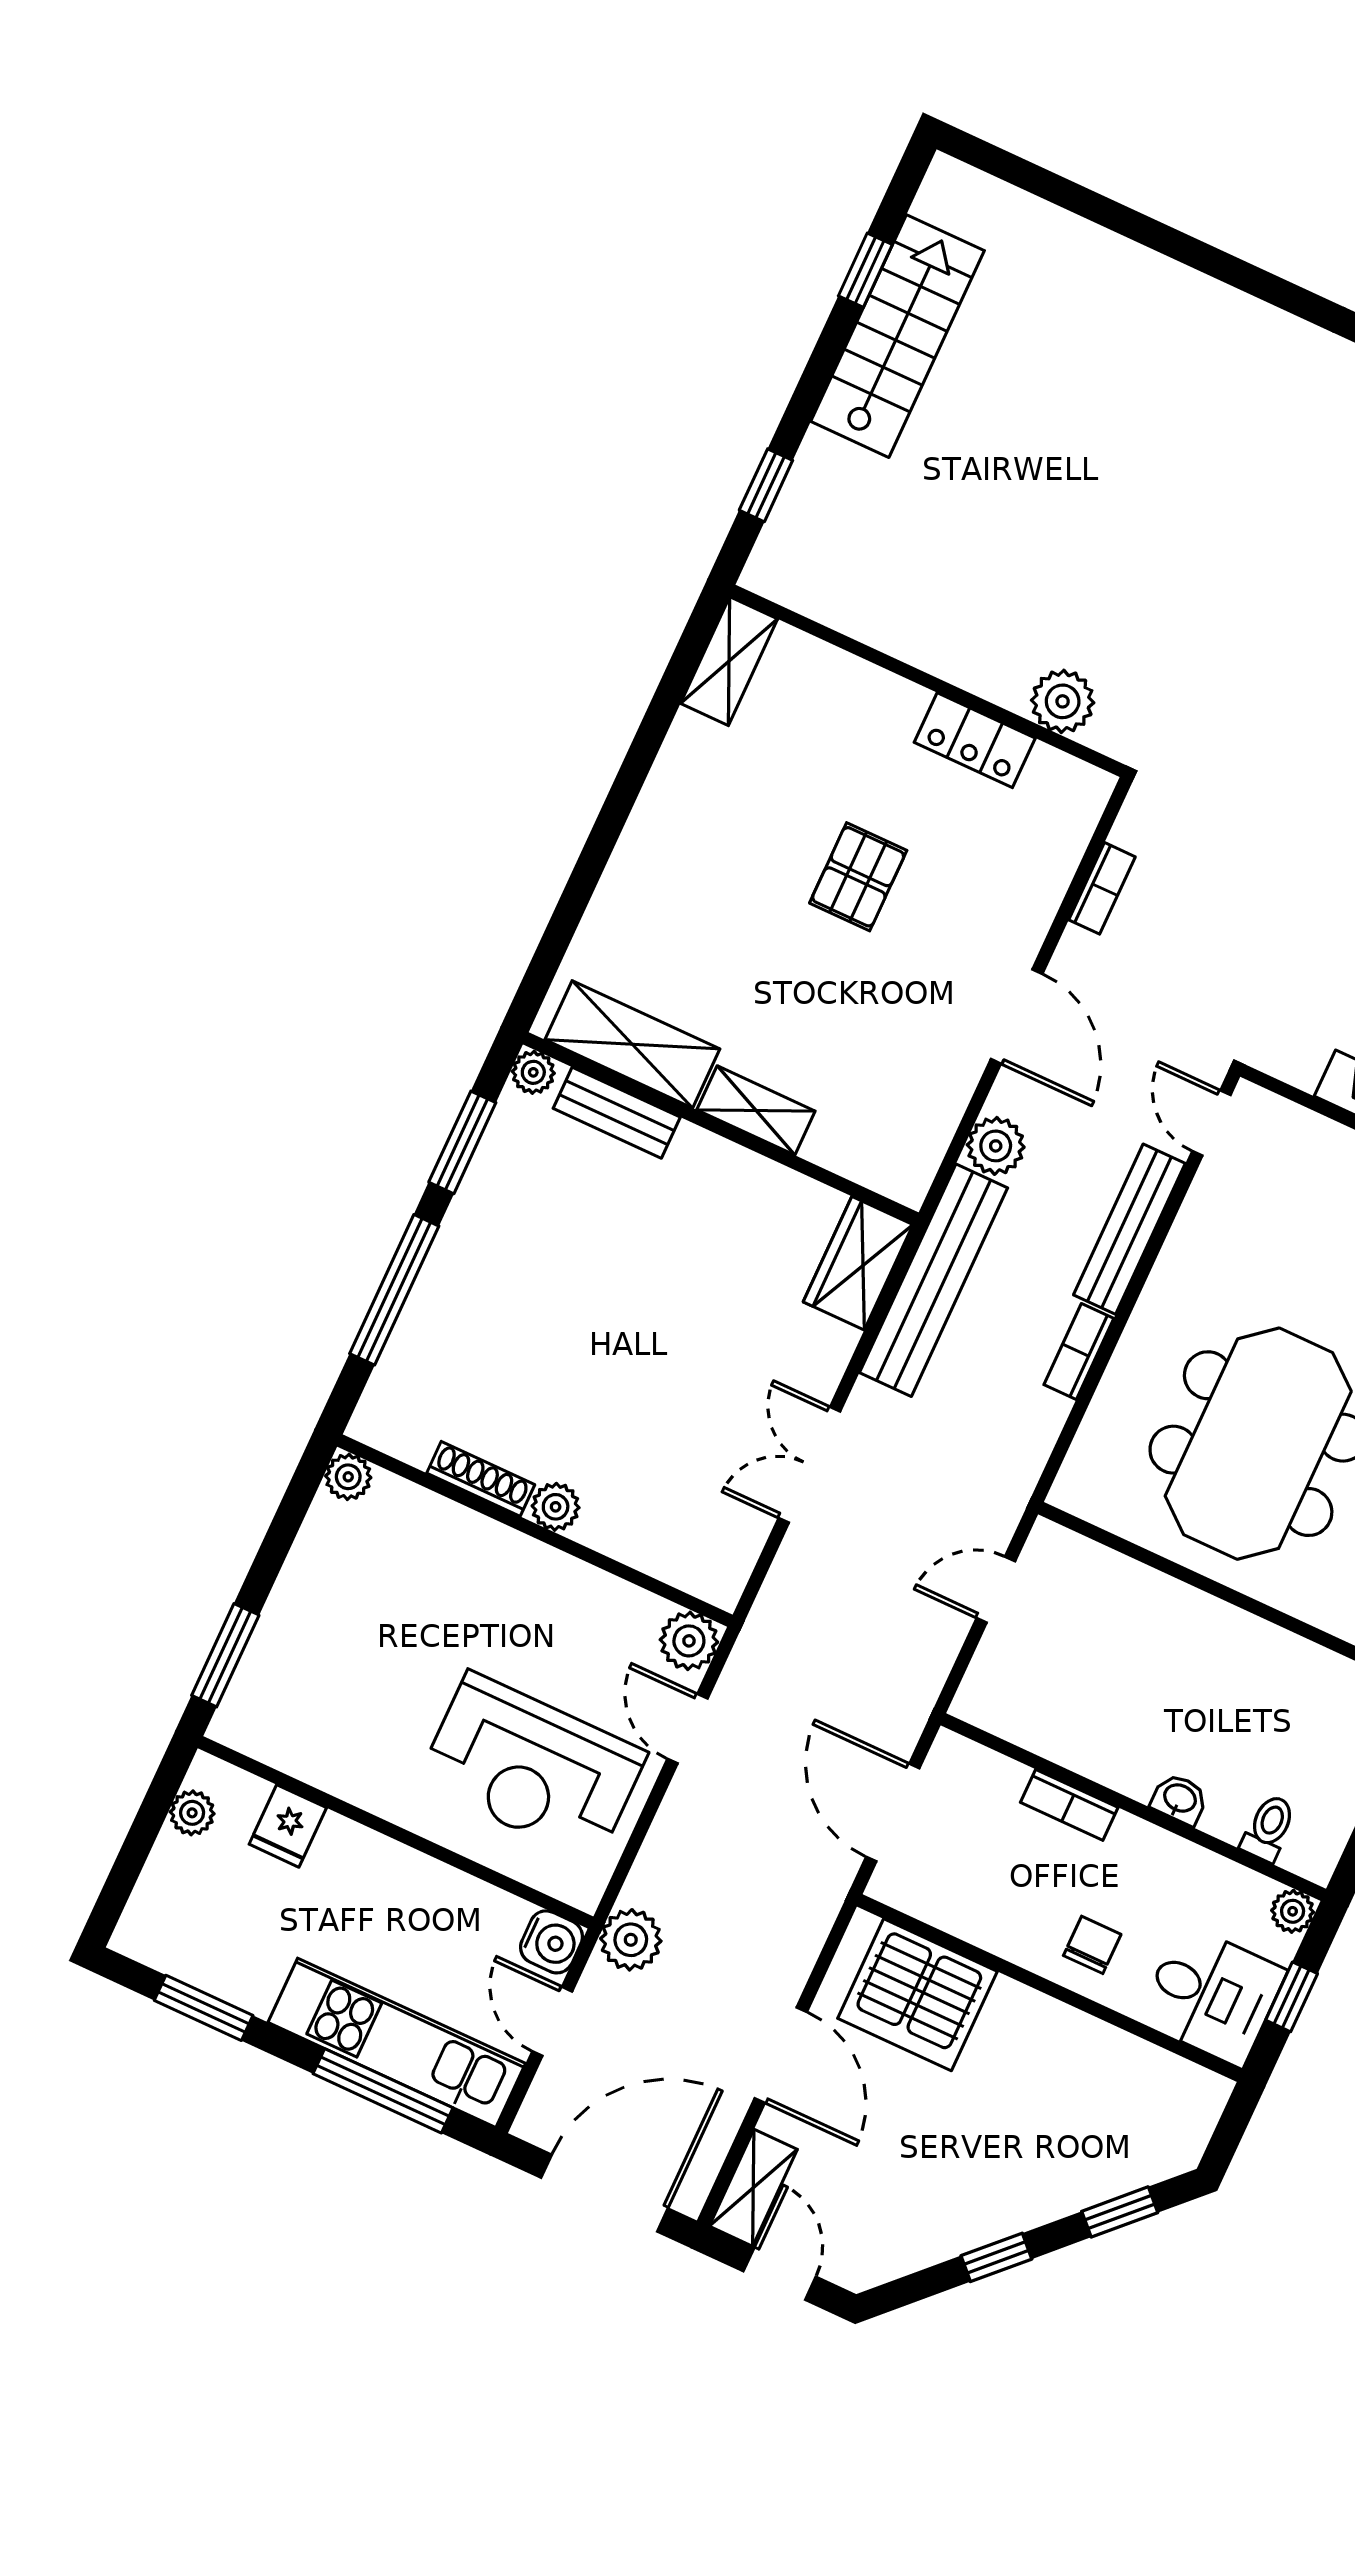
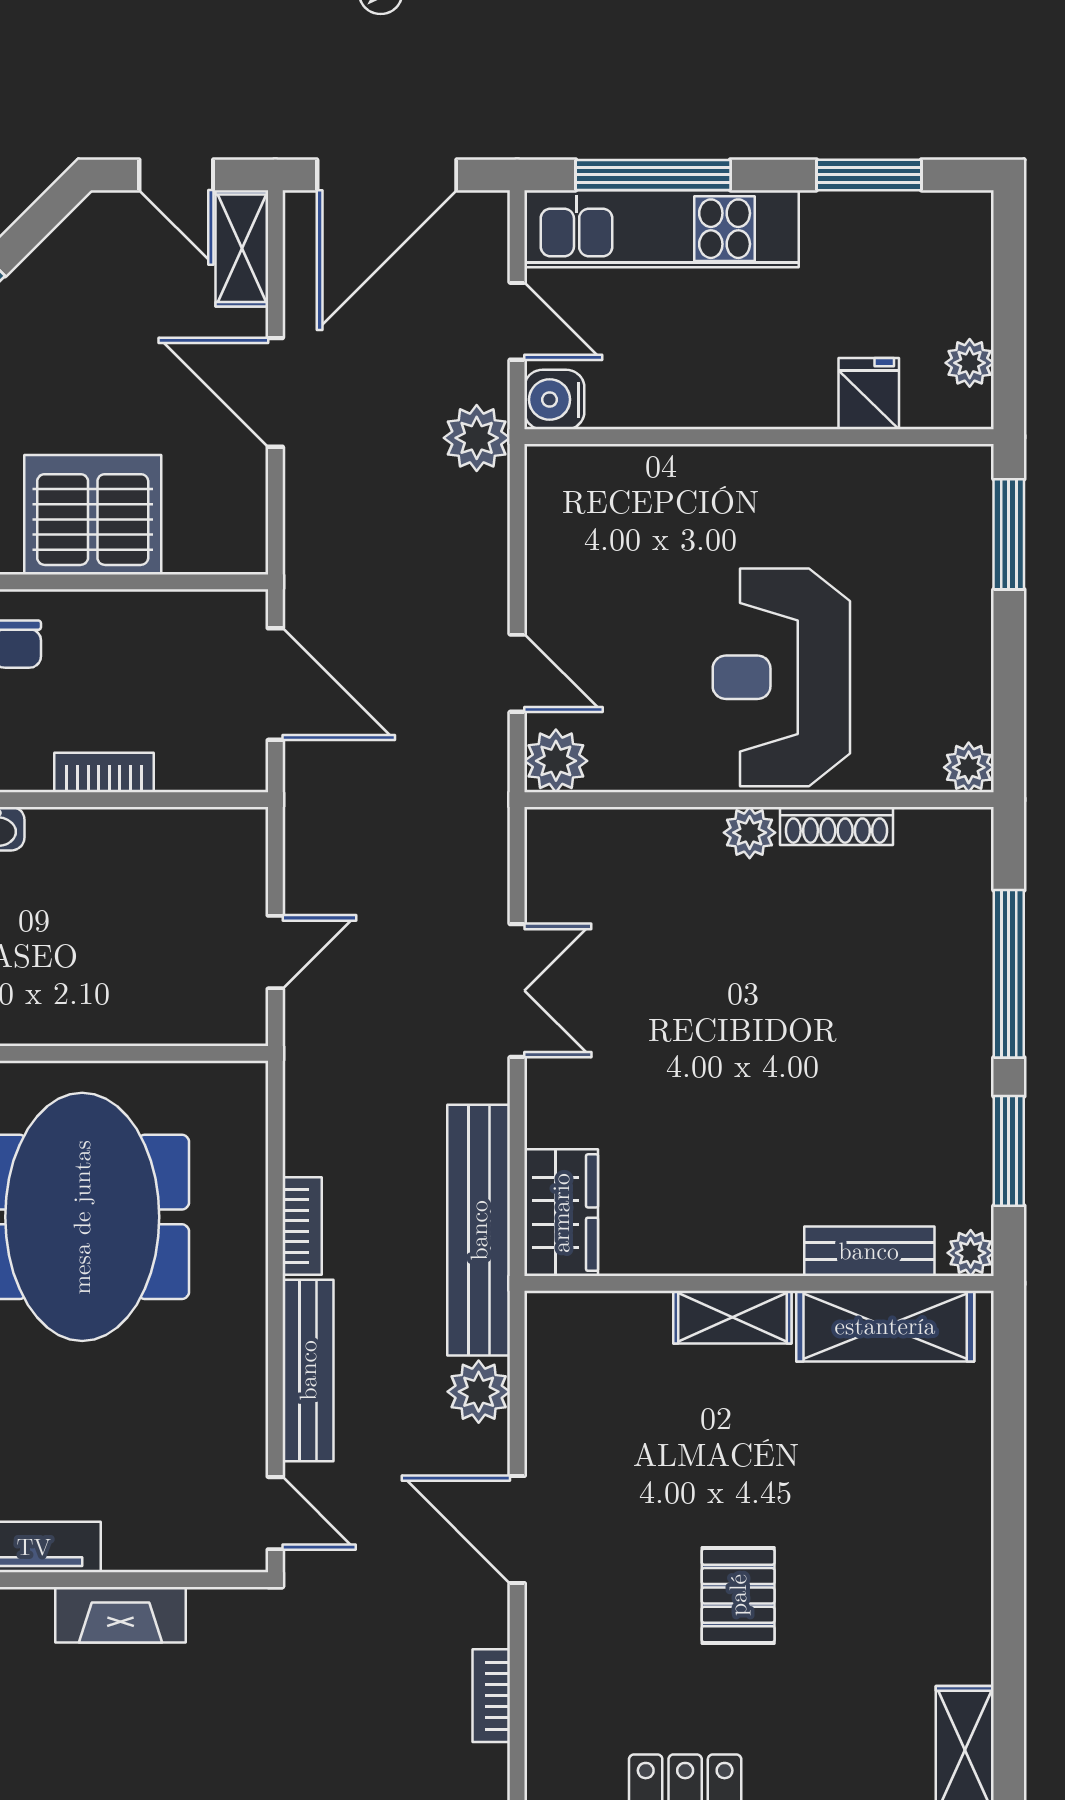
reception desk: (532, 1767) -> (781, 677), moved, turned -90
server rack: (917, 1995) -> (93, 515), moved

